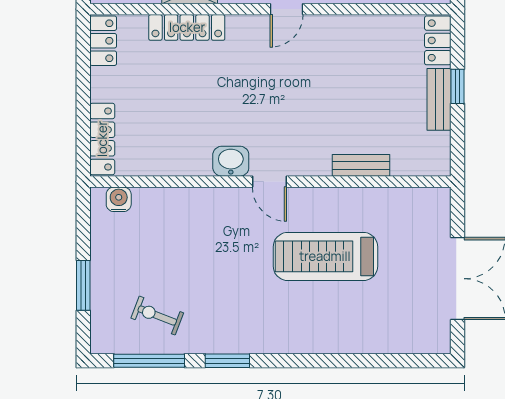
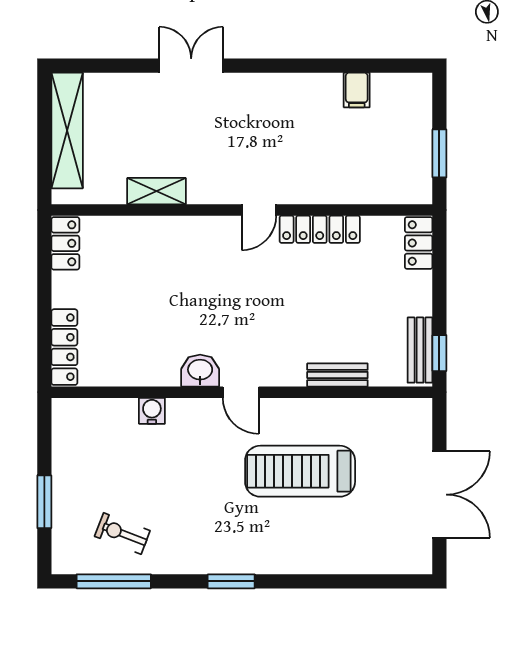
locker: (187, 27) -> (320, 229), moved
window: (457, 86) -> (439, 353), moved
bench: (439, 99) -> (420, 350), moved
water cooler: (119, 199) -> (152, 411), moved
window: (227, 361) -> (231, 581), moved

